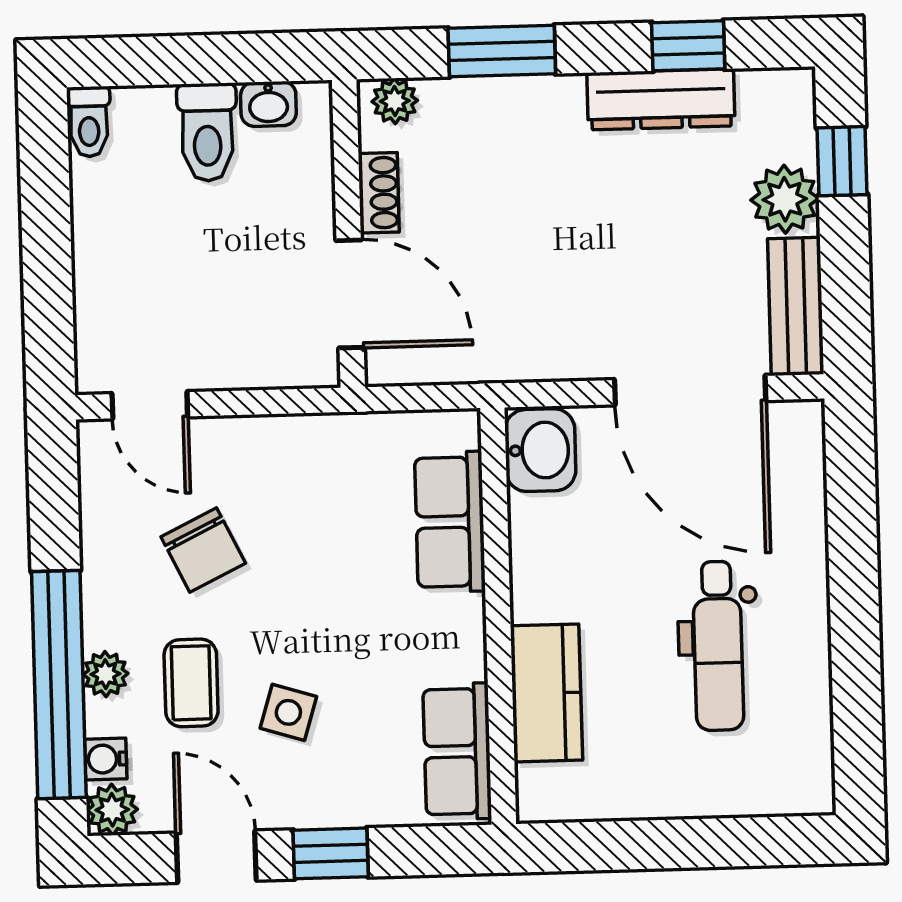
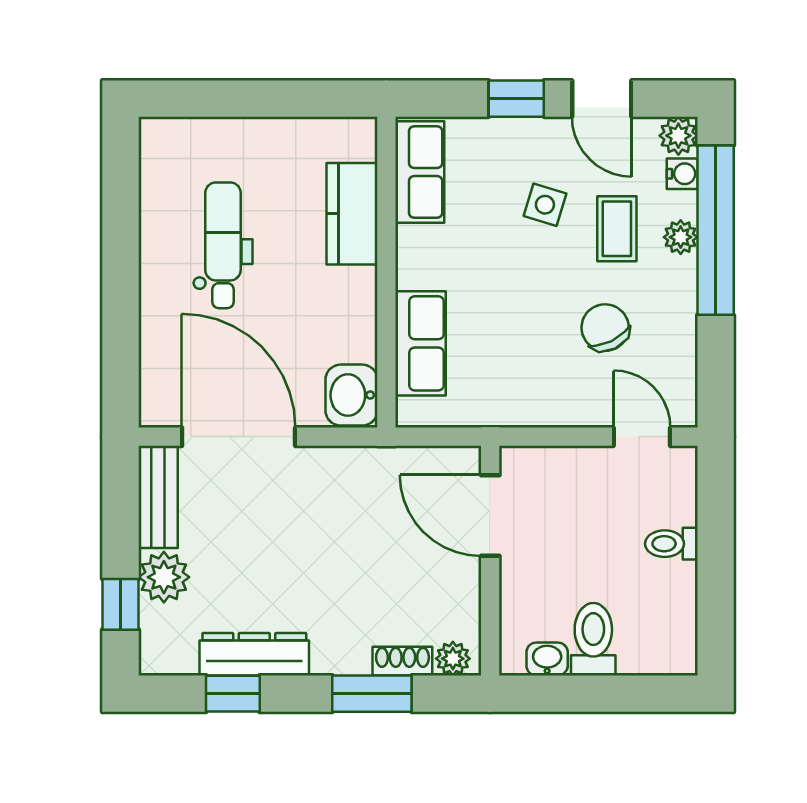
toilet: (89, 122) -> (671, 544), moved, turned -90
shoe rack: (379, 193) -> (402, 661), moved, turned 90

